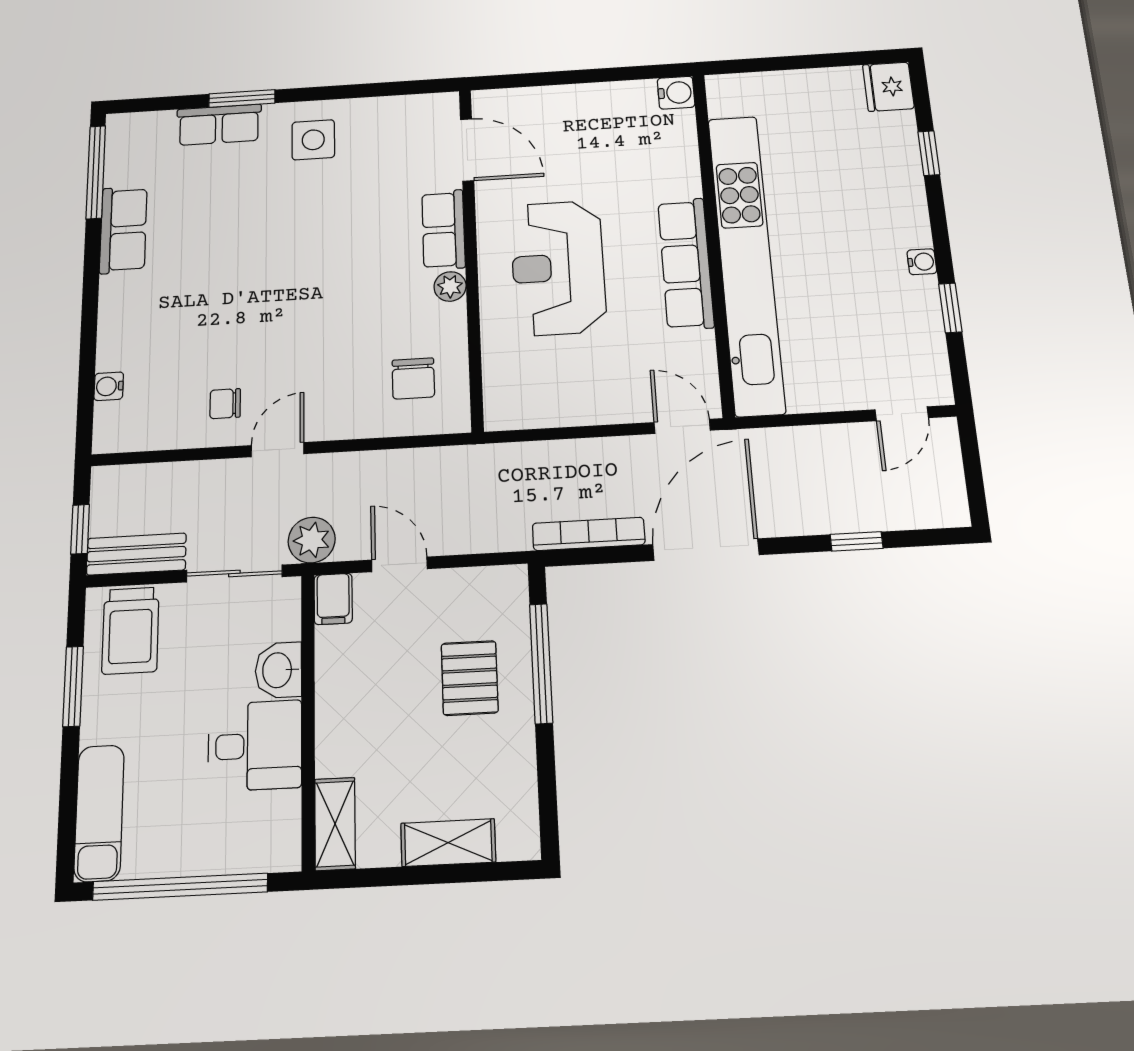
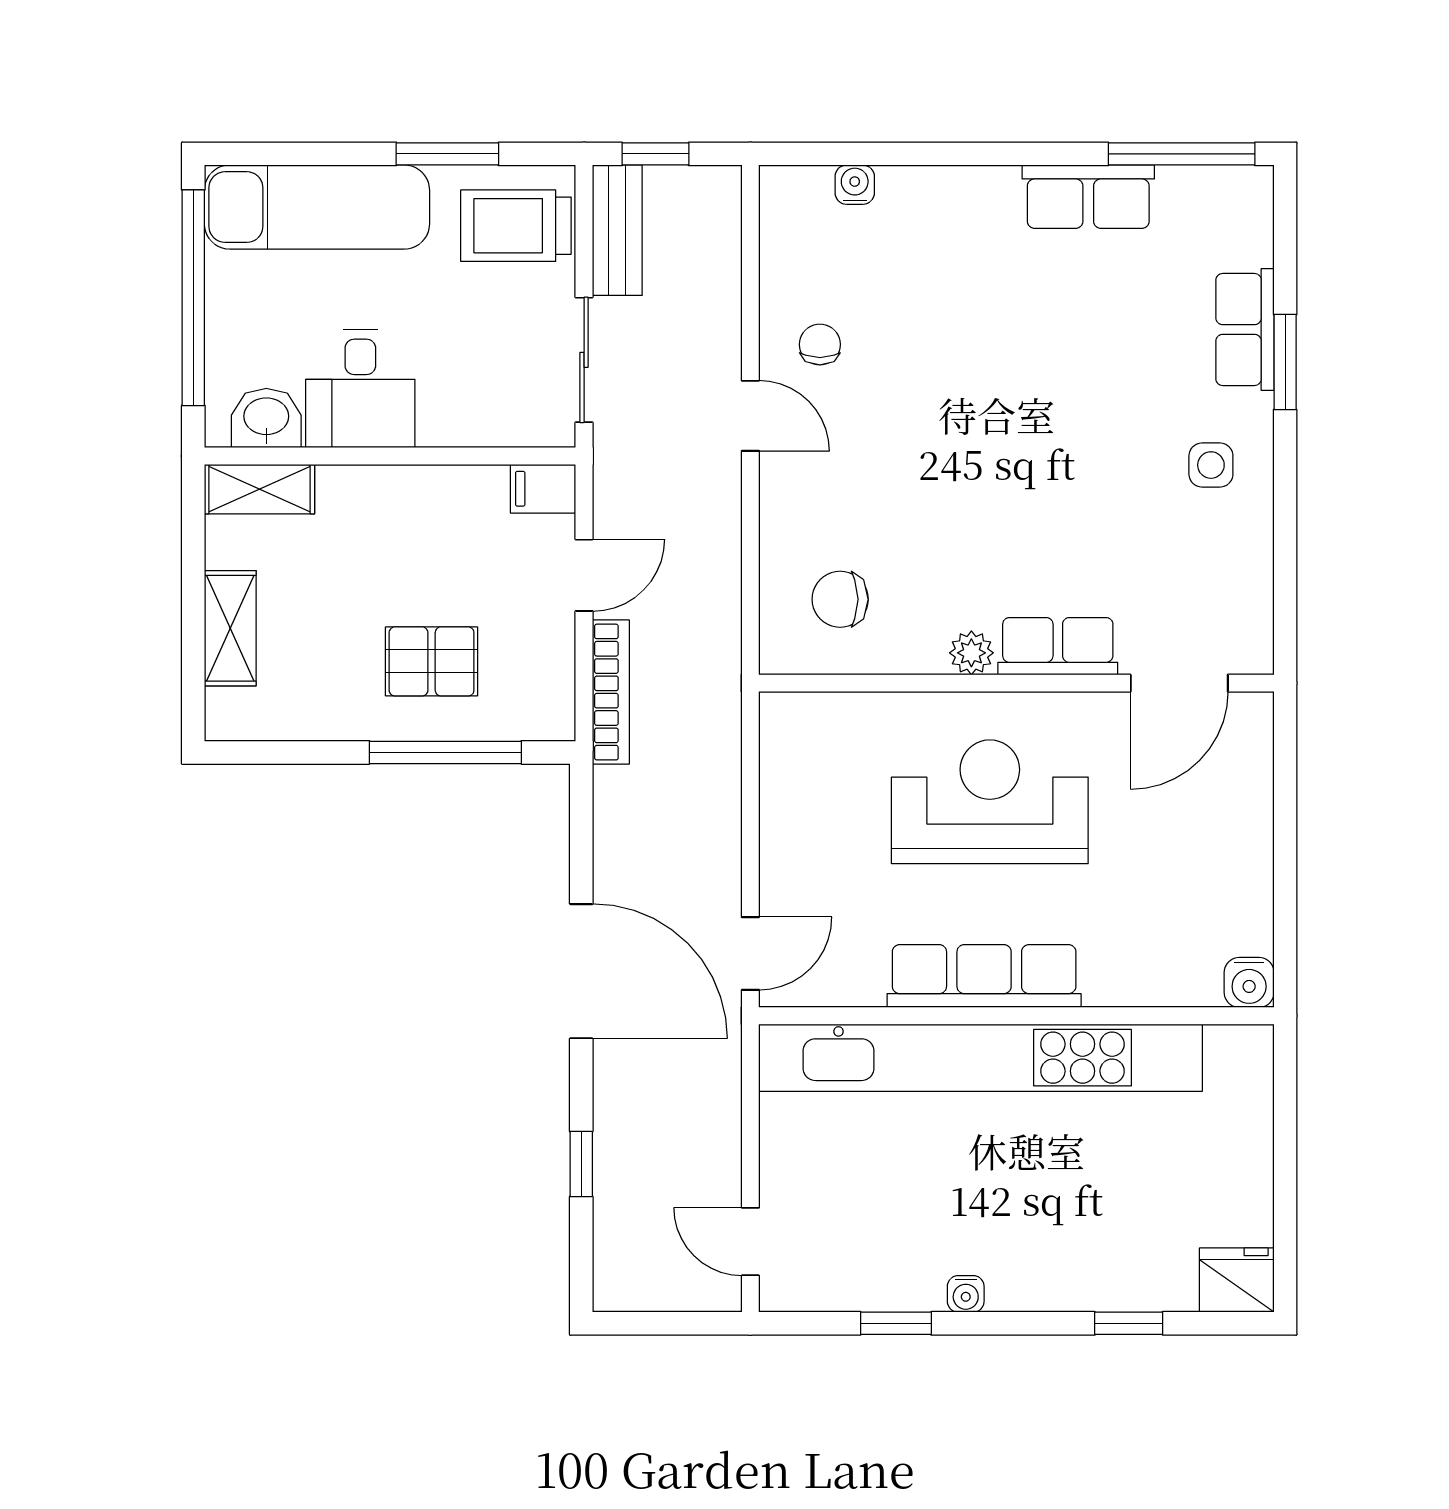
side table: (313, 140) -> (1211, 465), width x0.73, depth x0.73
bookcase: (589, 534) -> (611, 692), moved
plant: (312, 540) -> (623, 461), removed
washbasin: (278, 670) -> (266, 418), moved
exam couch: (99, 813) -> (317, 207), width x1.36, depth x1.45

